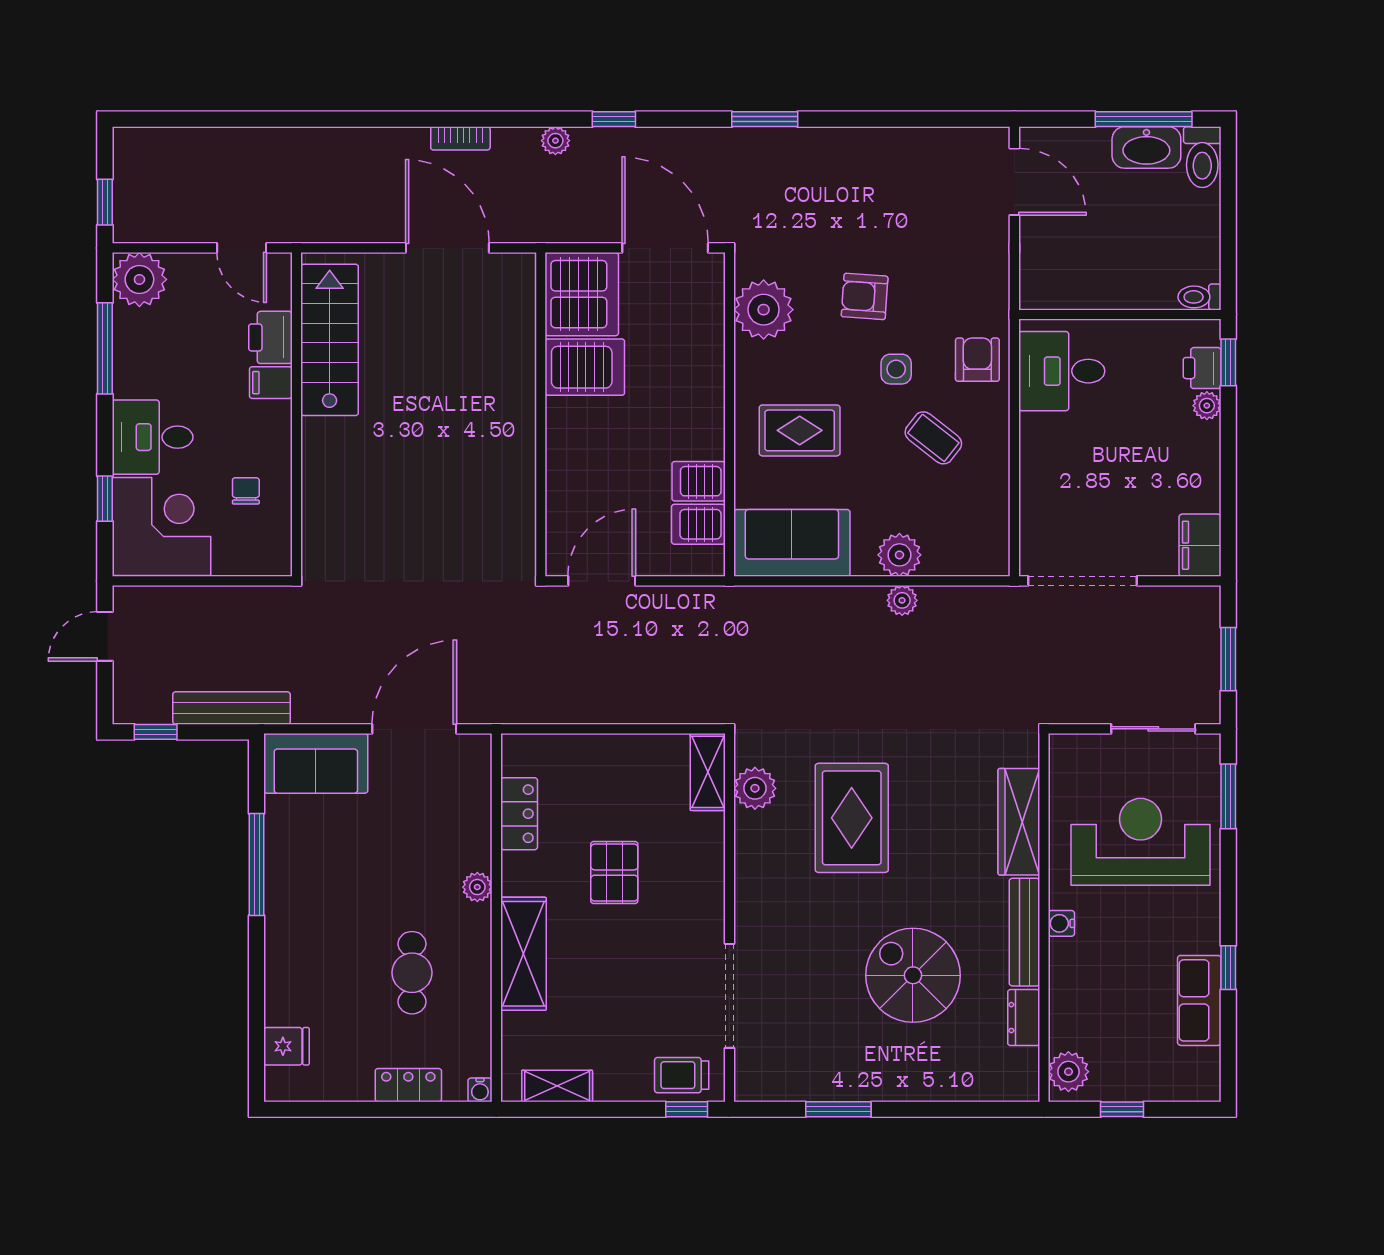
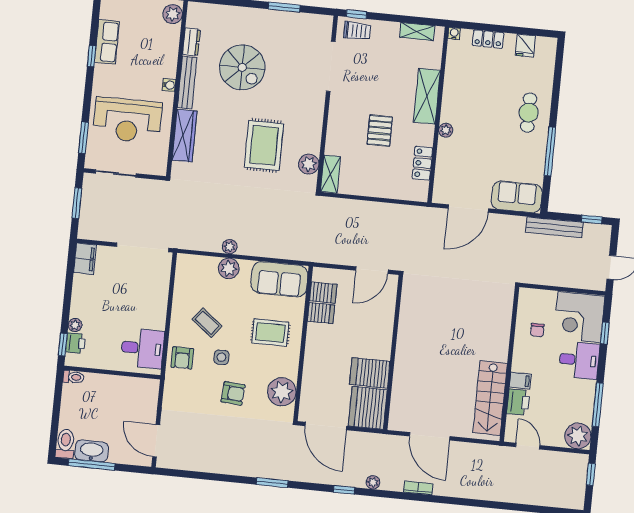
cafe table: (412, 973) -> (529, 113), moved
fridge: (287, 1046) -> (525, 46), moved, turned -90

